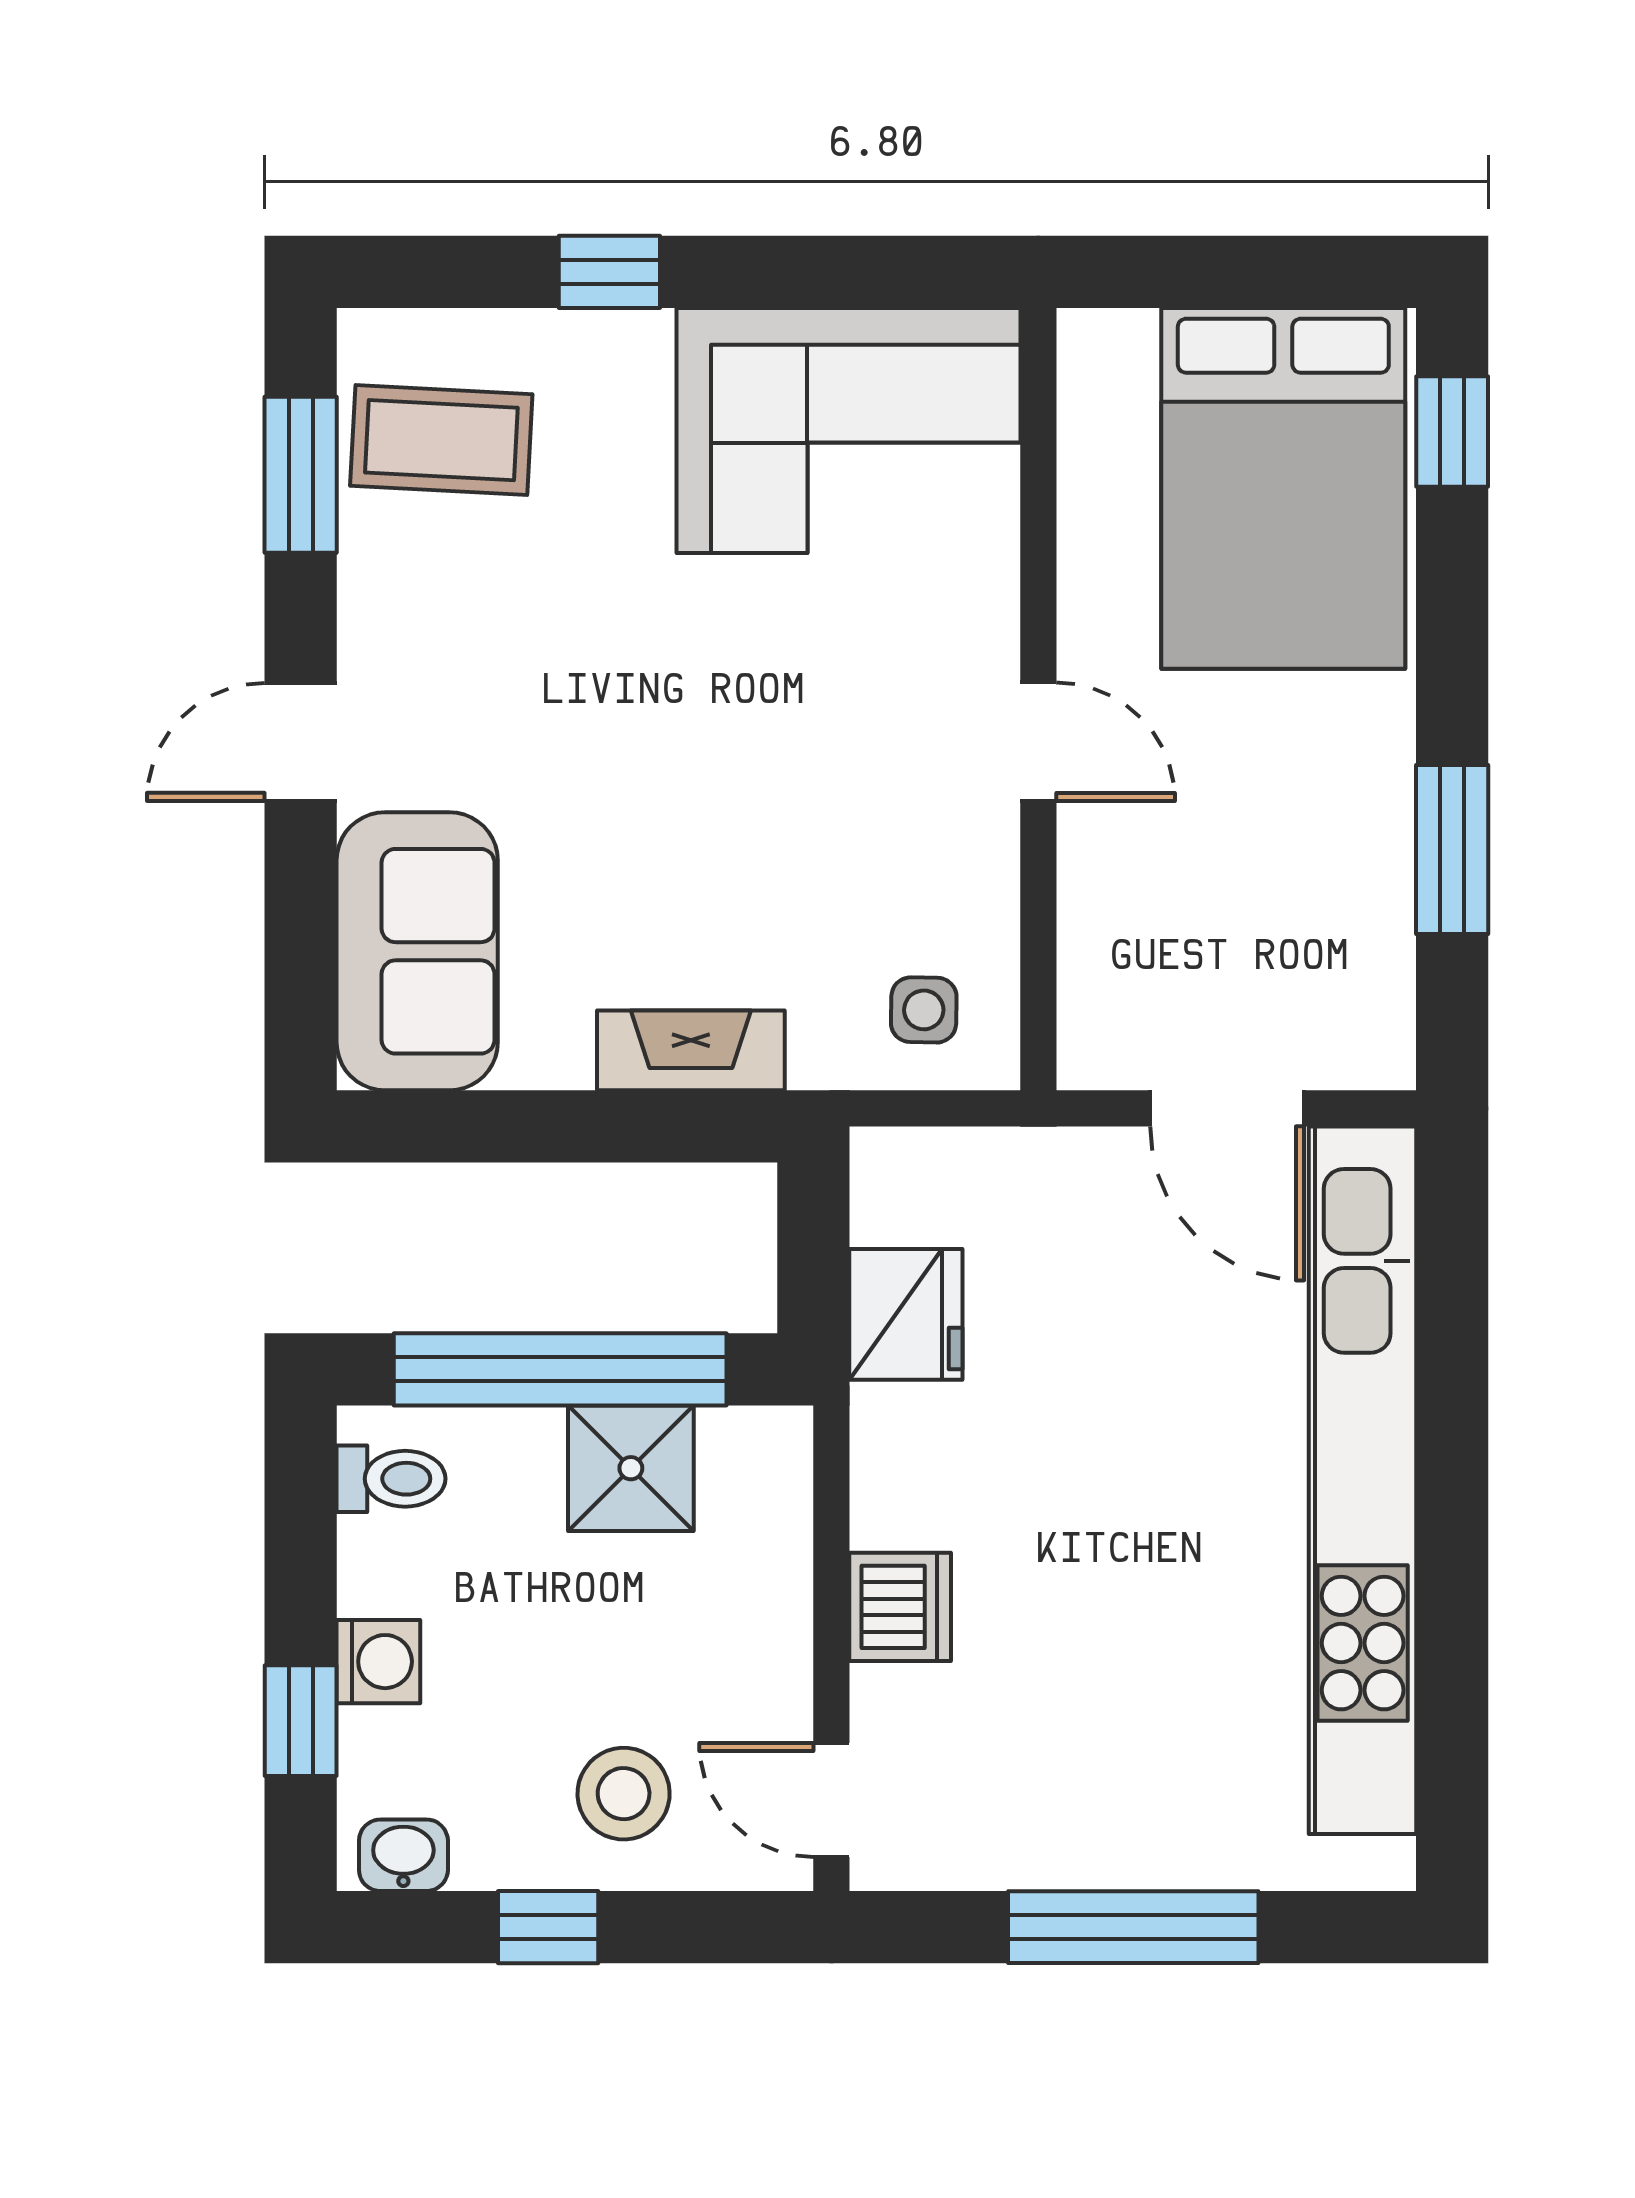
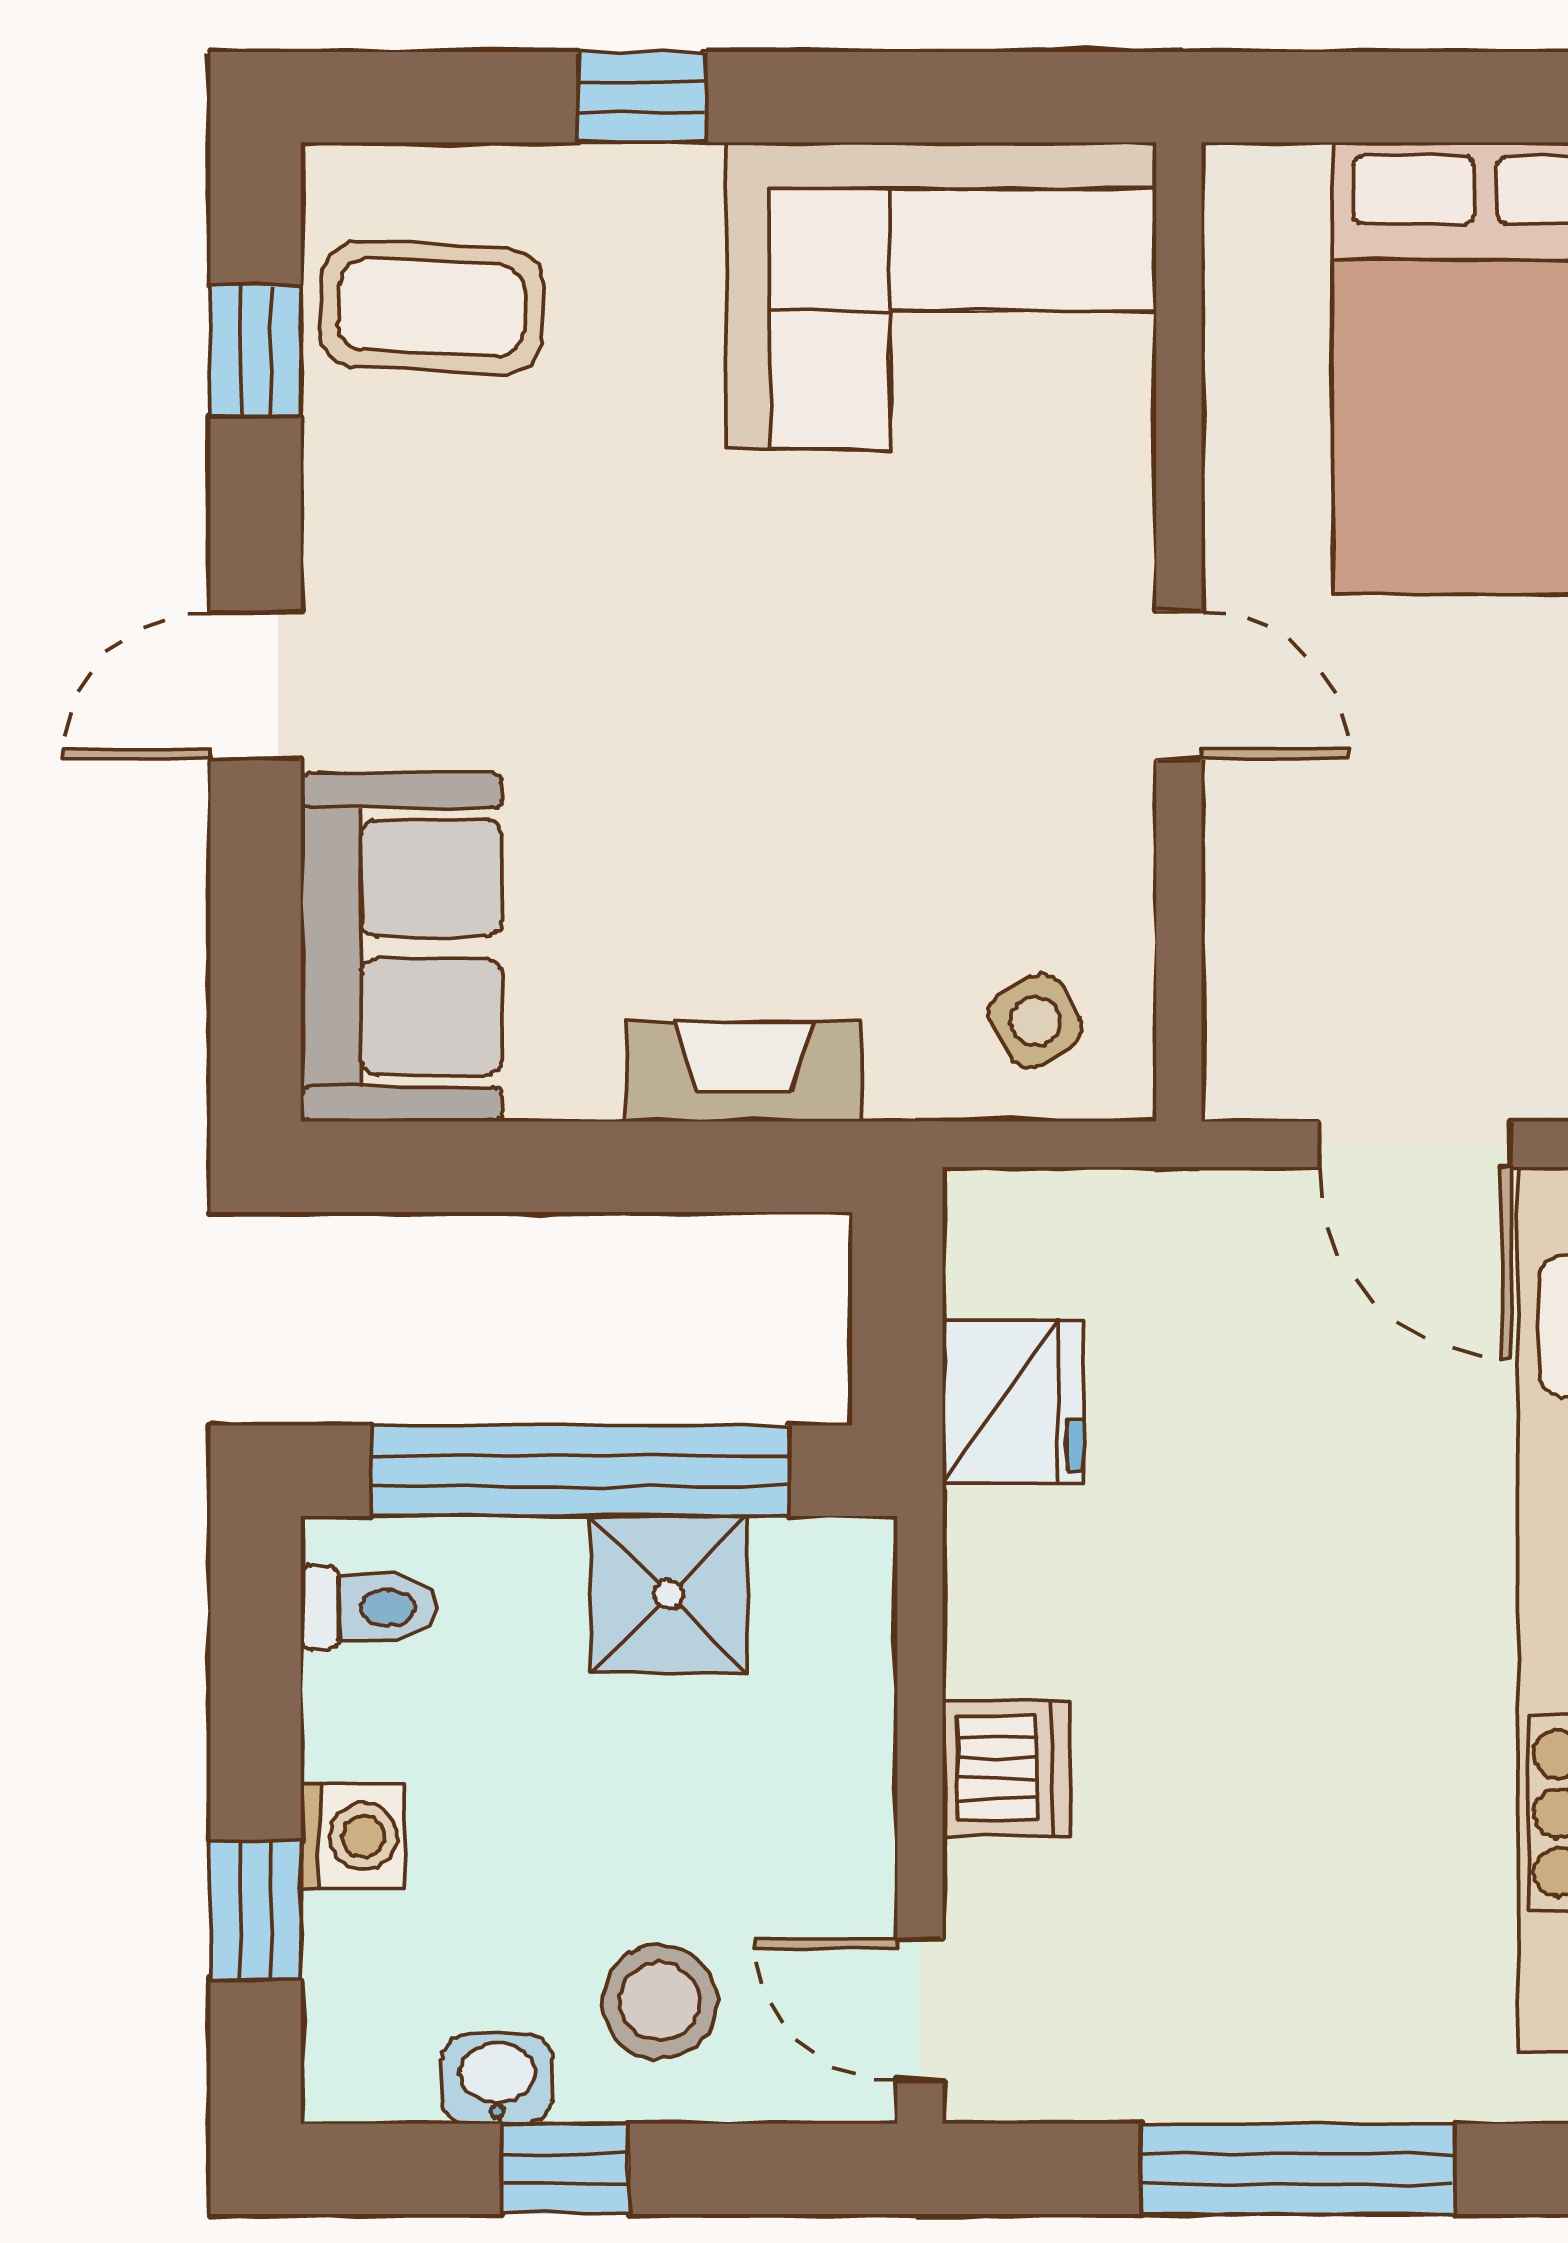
window: (301, 475) -> (256, 351), width x0.67
side table: (924, 1010) -> (1035, 1021), turned -30
washbasin: (403, 1855) -> (497, 2079), moved

